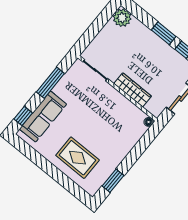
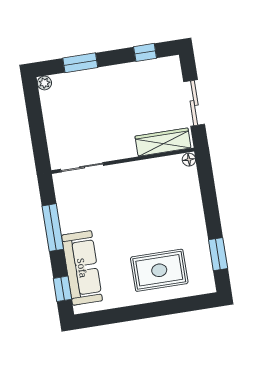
plant: (122, 18) -> (44, 83), width x0.53, depth x0.53
window: (164, 33) -> (80, 63), moved
wardrobe: (133, 90) -> (163, 142), moved

